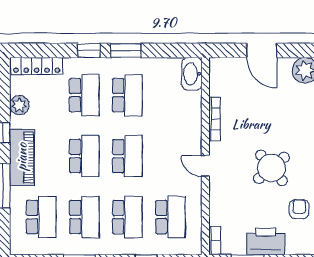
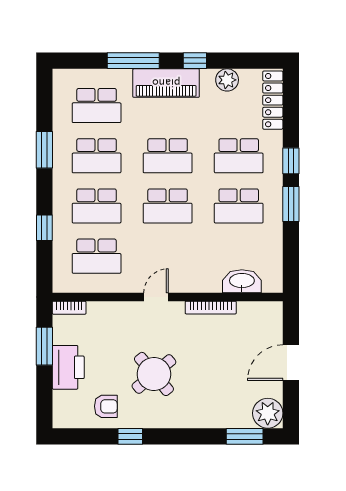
washbasin: (192, 74) -> (242, 281), moved

